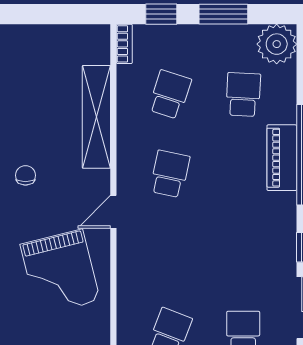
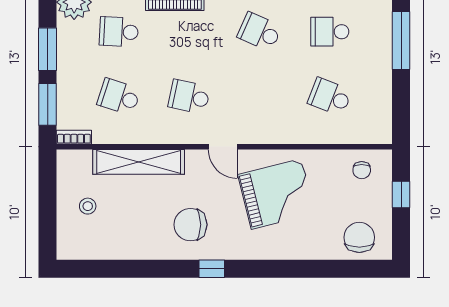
window: (161, 14) -> (48, 104), width x1.50
stool: (46, 59) -> (88, 206), added
chair: (25, 175) -> (190, 225), width x1.87, depth x1.87
school desk: (243, 253) -> (259, 32), added

